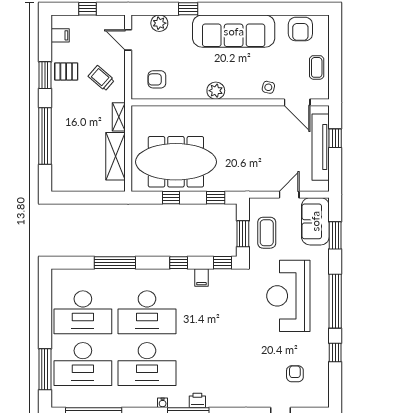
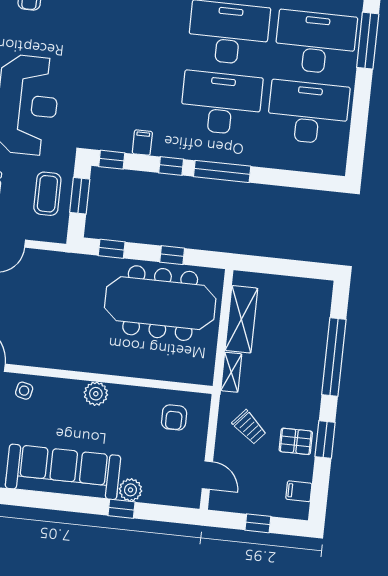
plant: (159, 23) -> (131, 490), moved
armchair: (157, 79) -> (174, 417), turned 90
window: (115, 263) -> (222, 171), moved

